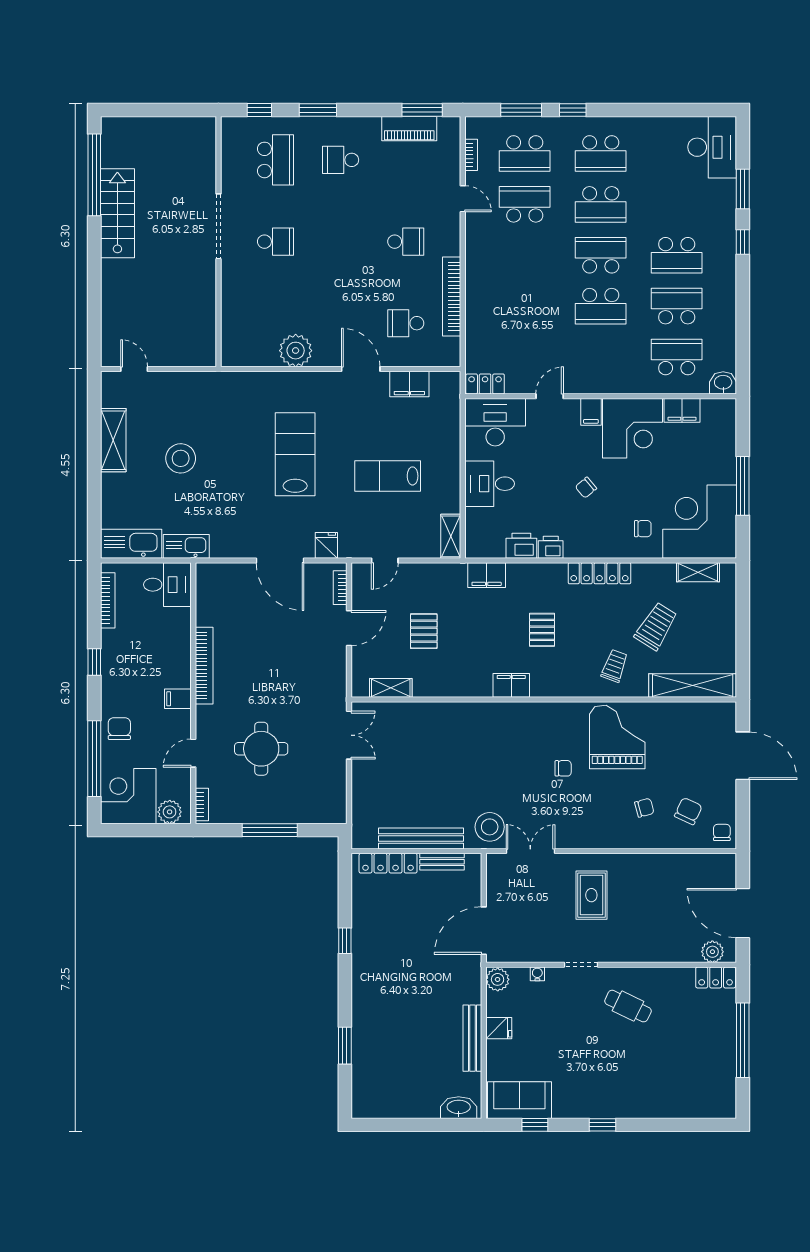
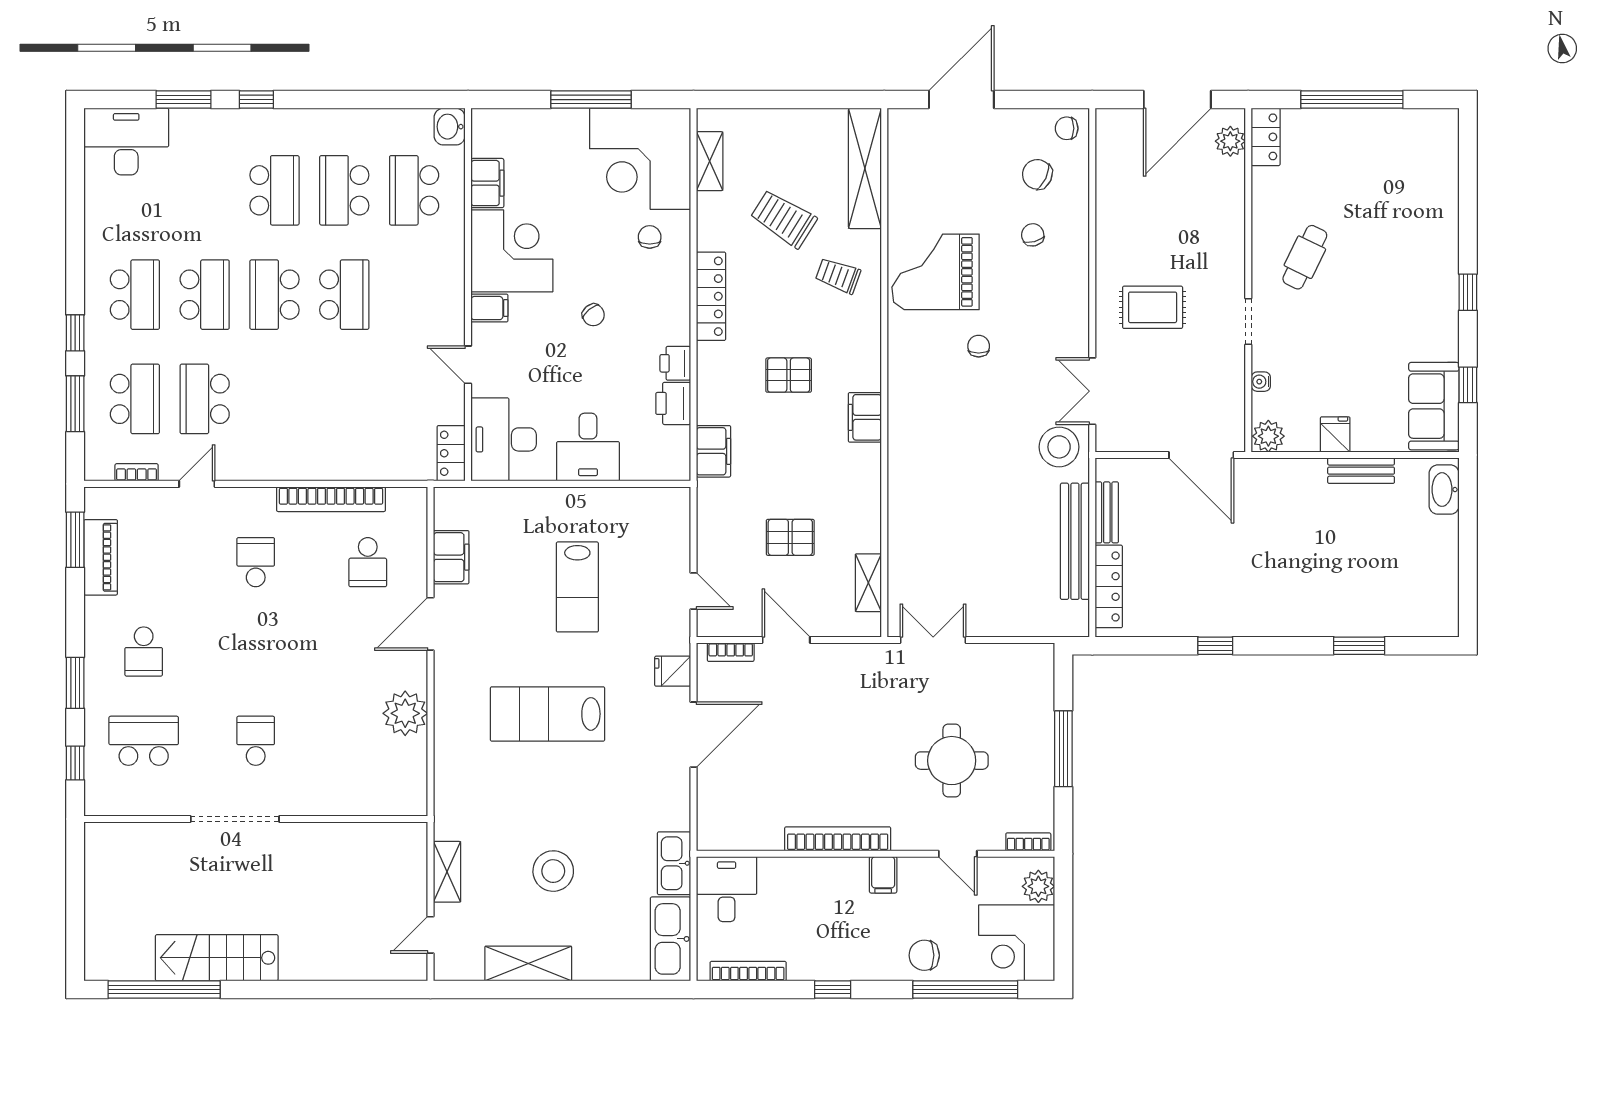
shelving: (451, 536) -> (447, 872), moved, turned 90
bench: (472, 1038) -> (1361, 471), width x0.73

